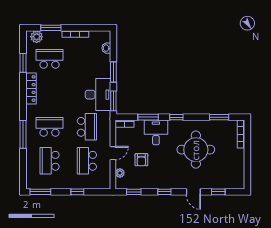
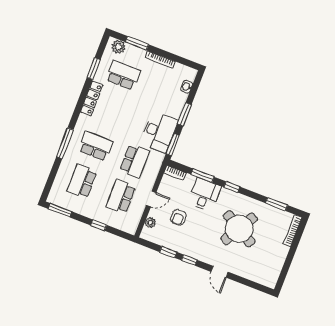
round table: (196, 150) -> (239, 229), turned 30
window: (134, 192) -> (168, 252), moved
window: (218, 192) -> (246, 282), removed

